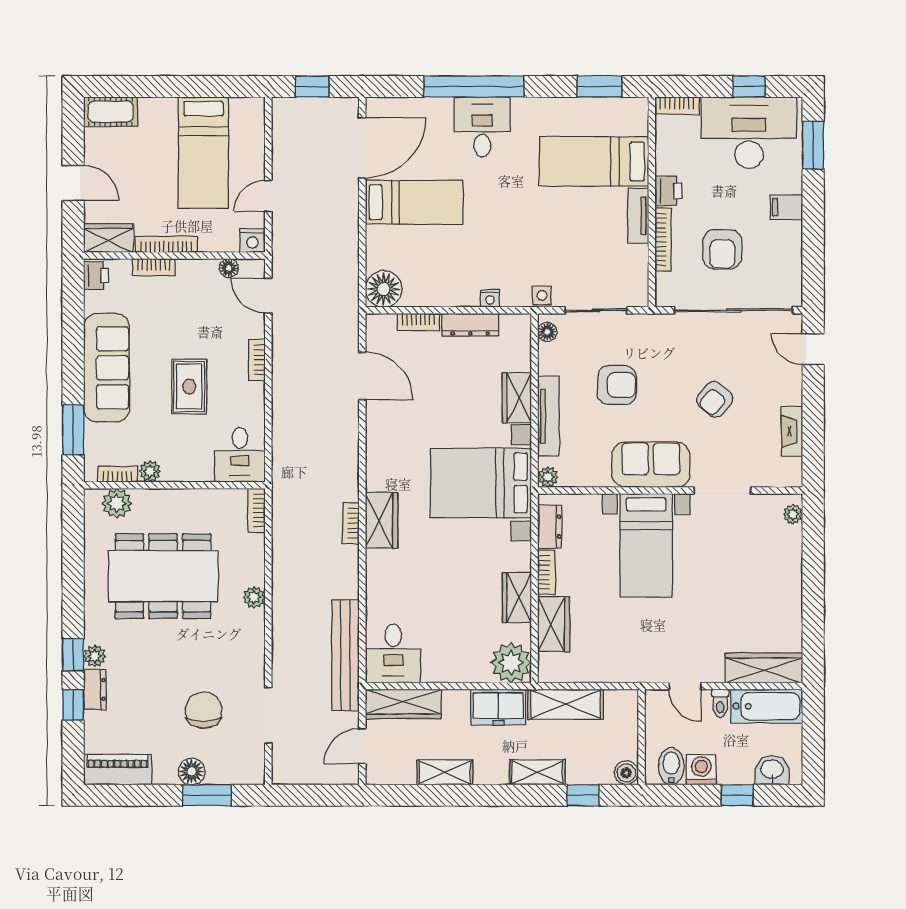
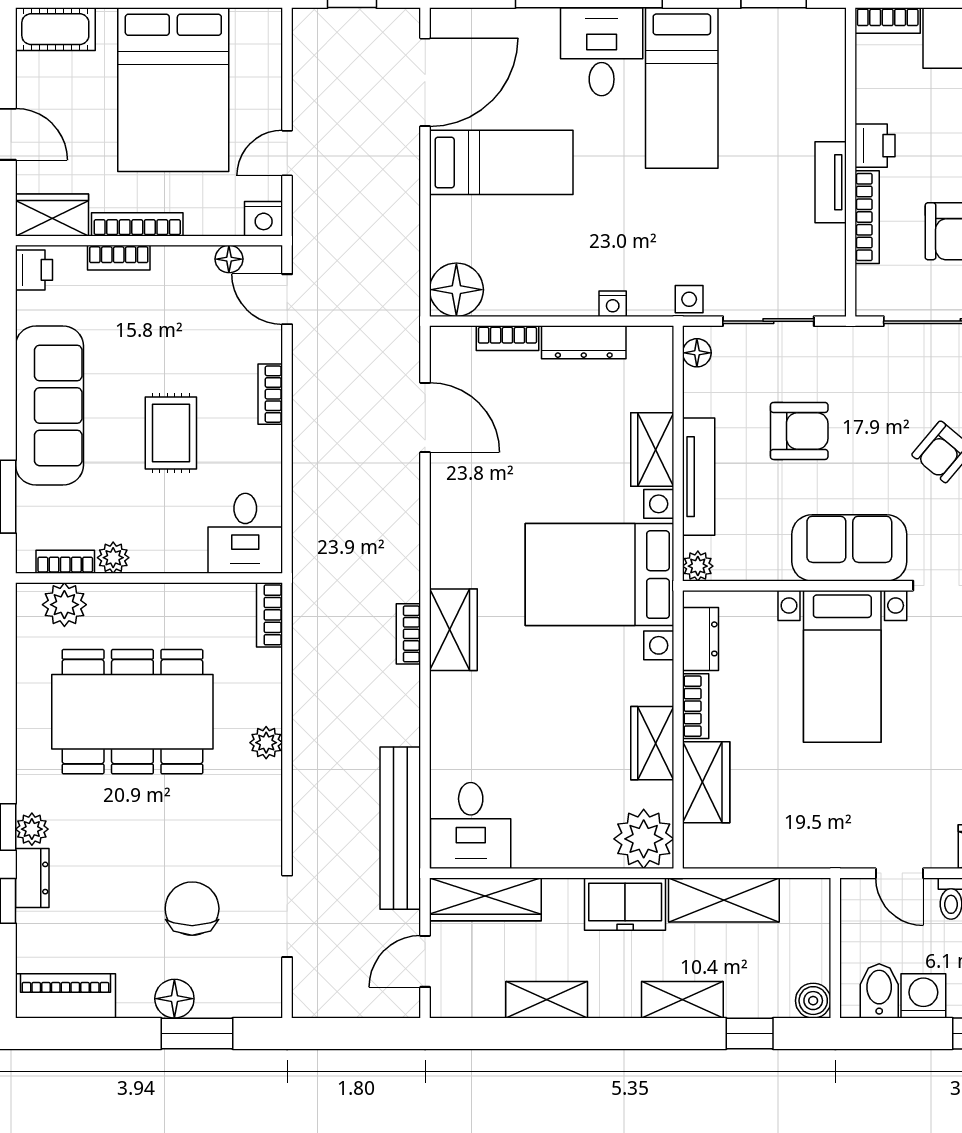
bed: (203, 153) -> (173, 90), width x1.50
bed: (594, 161) -> (682, 88), moved, turned -90

